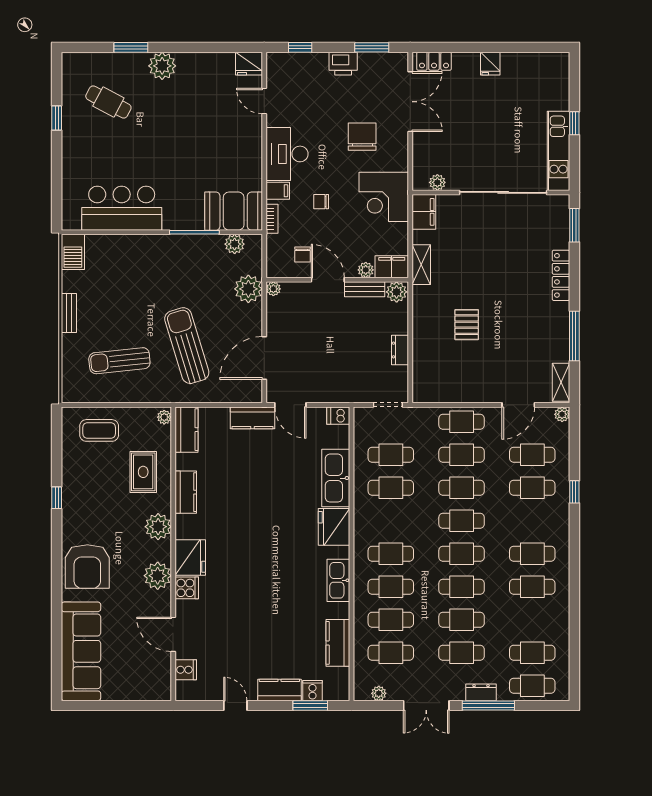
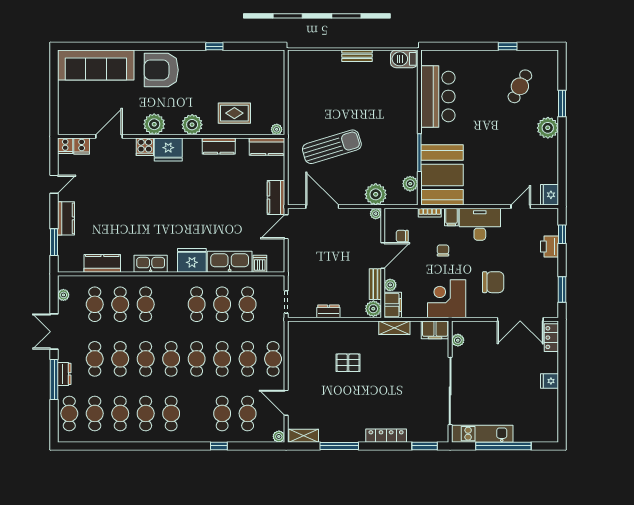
printer: (343, 64) -> (550, 247), moved
window: (574, 123) -> (503, 446), width x3.17
booth: (234, 211) -> (442, 175), width x1.36, depth x1.42
sun lounger: (119, 361) -> (320, 95), removed
dishwasher: (338, 416) -> (260, 264), moved
coffee table: (99, 430) -> (266, 79), removed
cafe table: (391, 554) -> (197, 304), moved
cafe table: (532, 620) -> (120, 413), added
cooker: (312, 691) -> (65, 146), moved, turned 90

